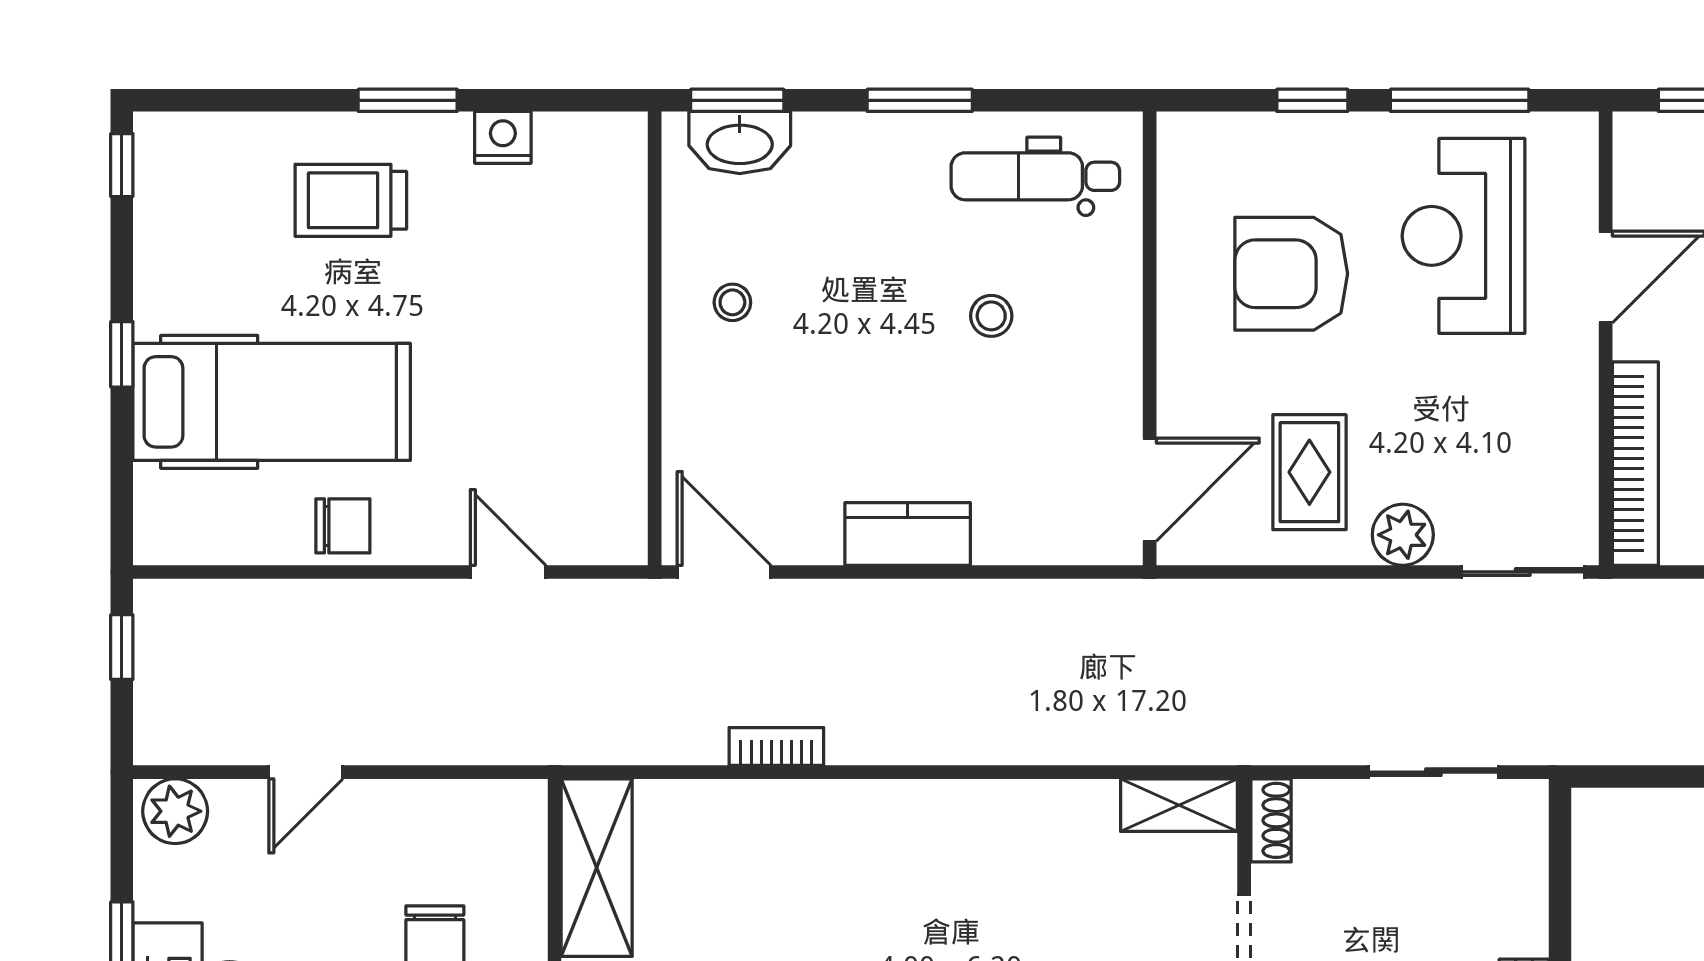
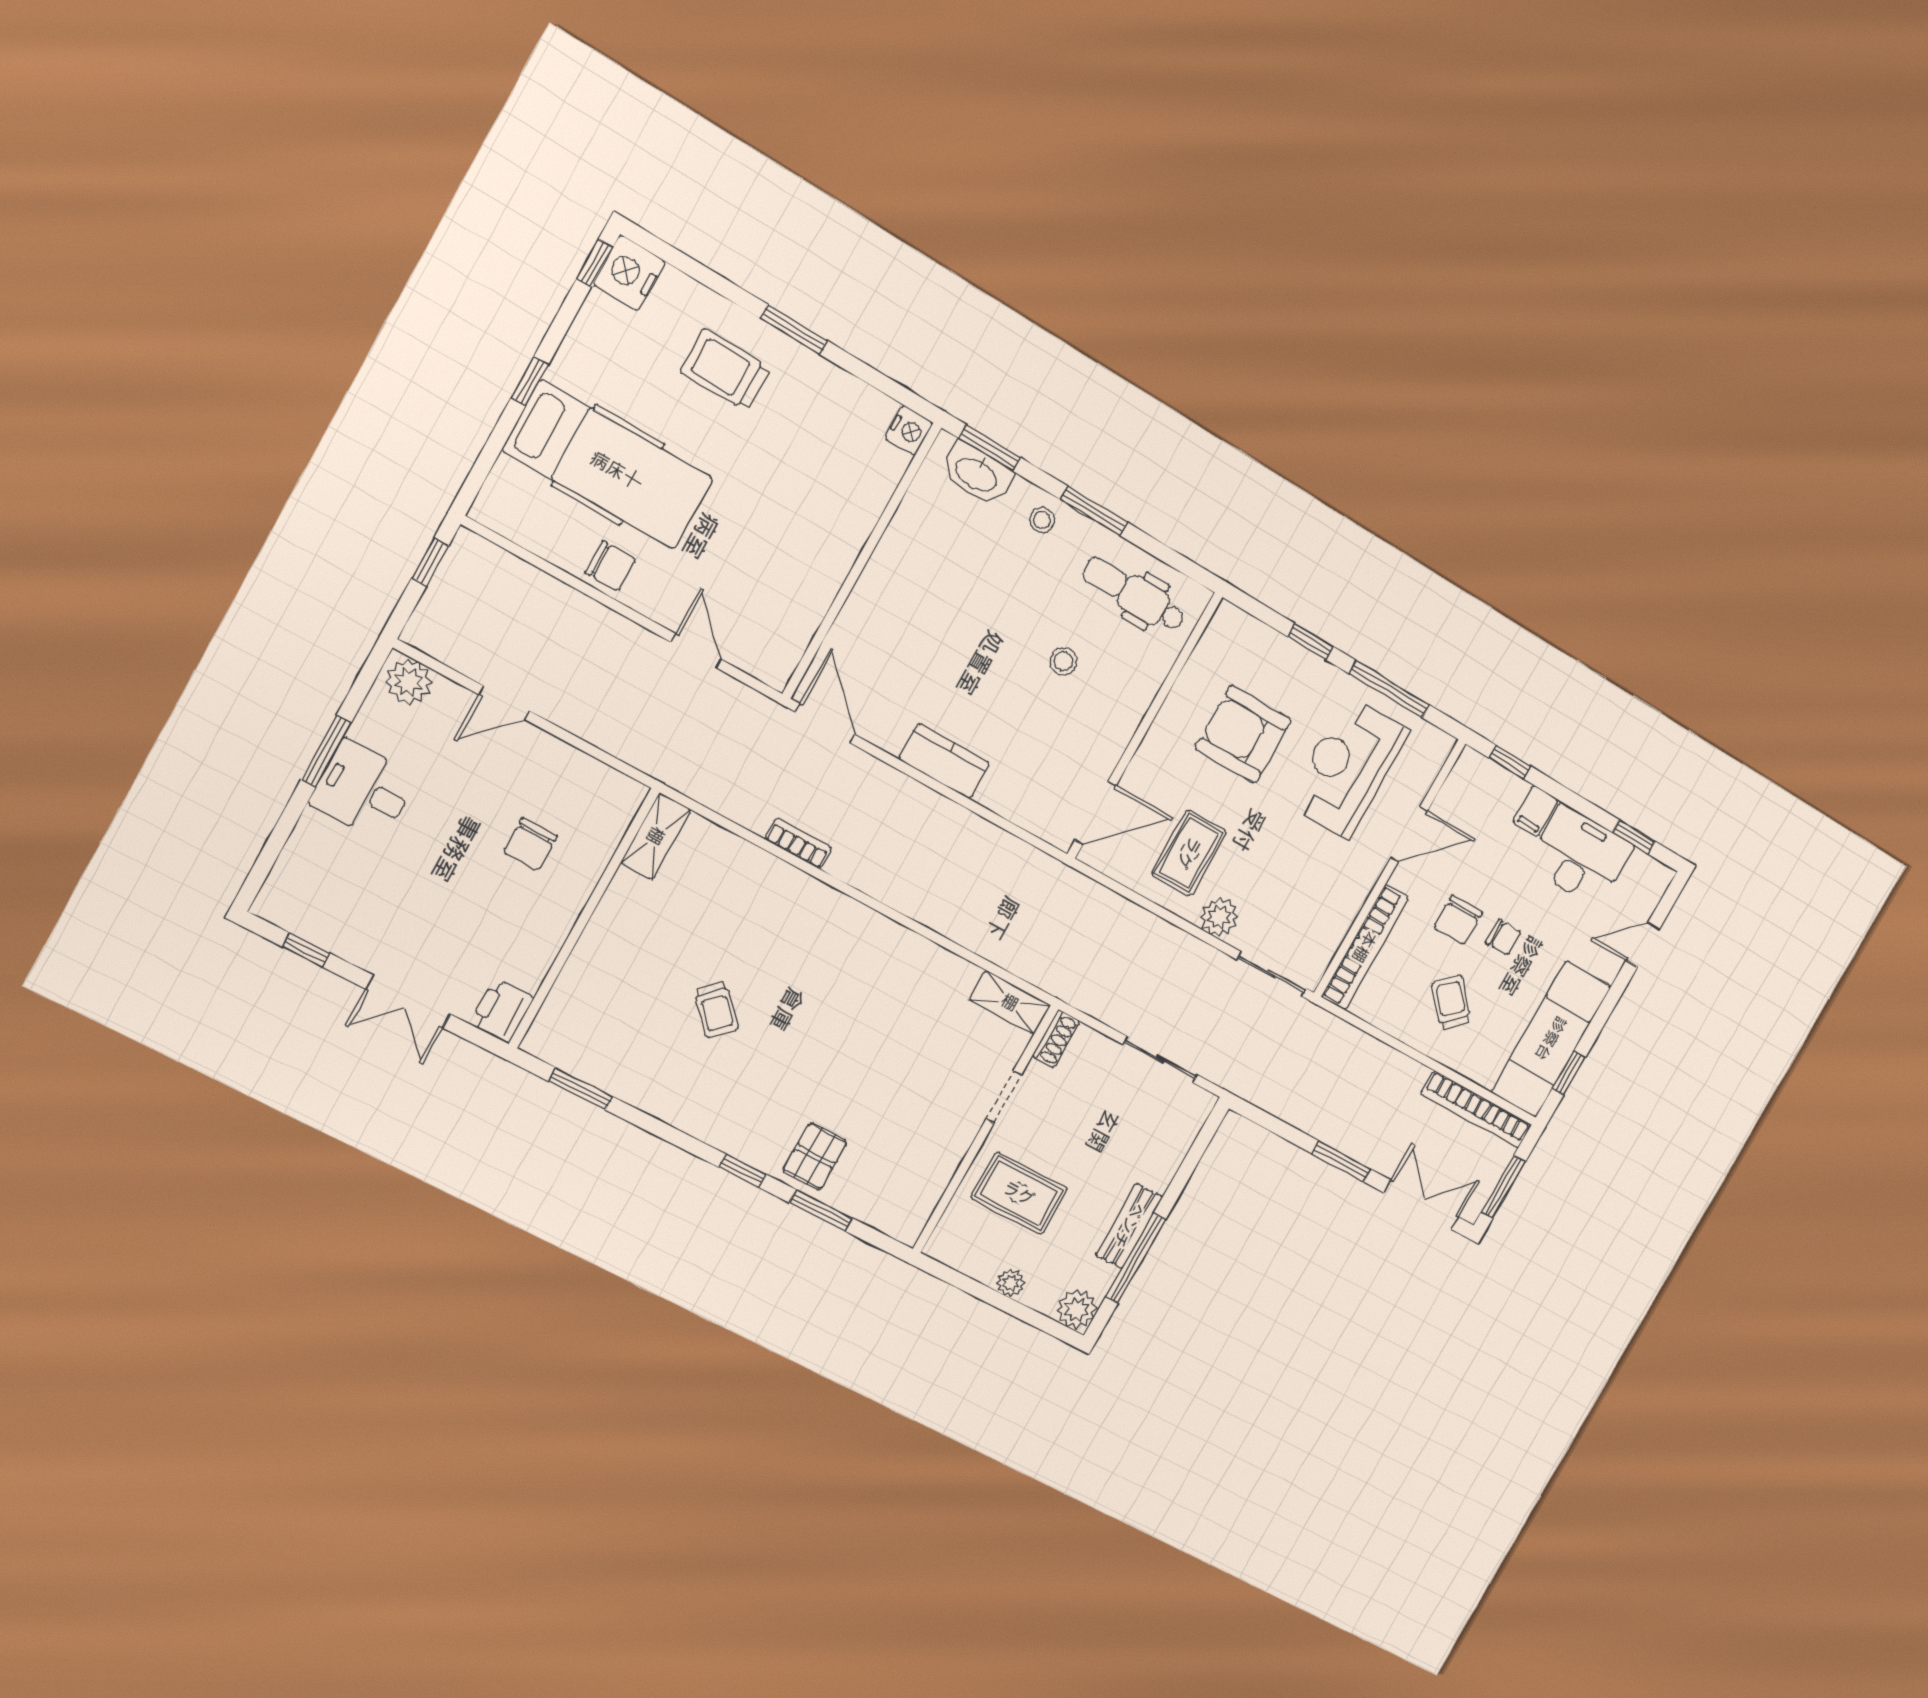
nightstand: (503, 137) -> (909, 431), moved, turned 90
nightstand: (169, 152) -> (629, 273), added
stool: (732, 302) -> (1042, 520), moved
shelving: (597, 868) -> (656, 836), width x0.67, depth x0.75

